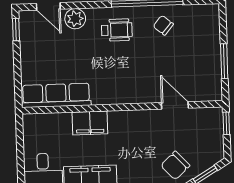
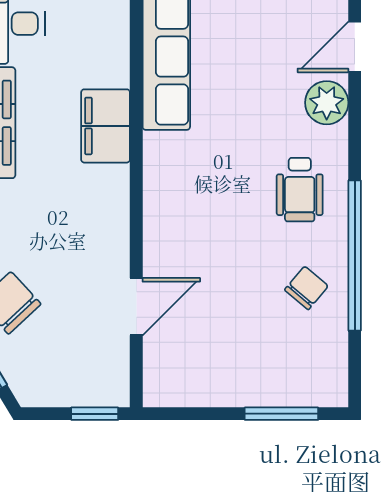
window: (224, 61) -> (281, 414), moved

